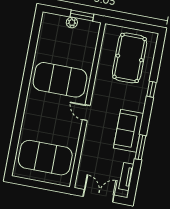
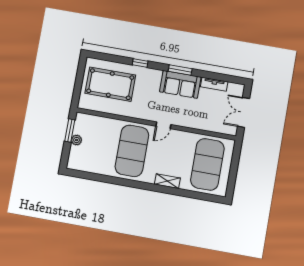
shelving: (28, 116) -> (167, 181), added
window: (140, 147) -> (180, 70), moved
tv unit: (126, 177) -> (214, 84), moved

